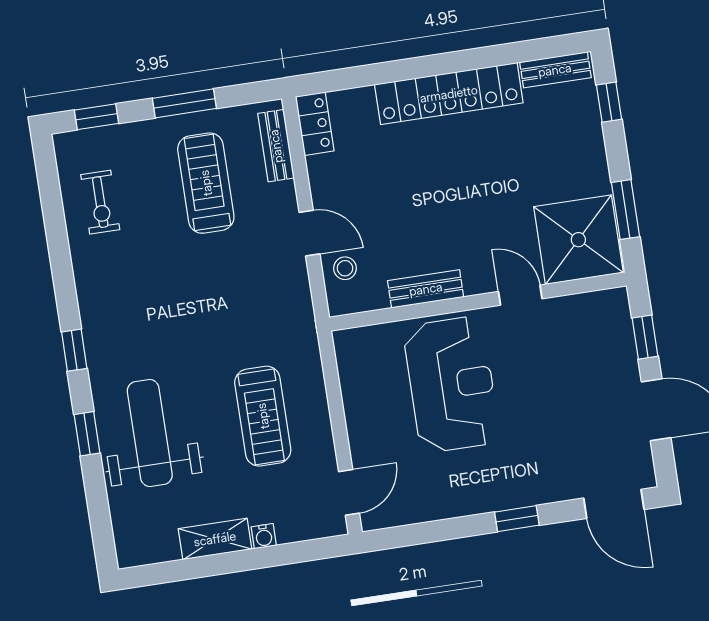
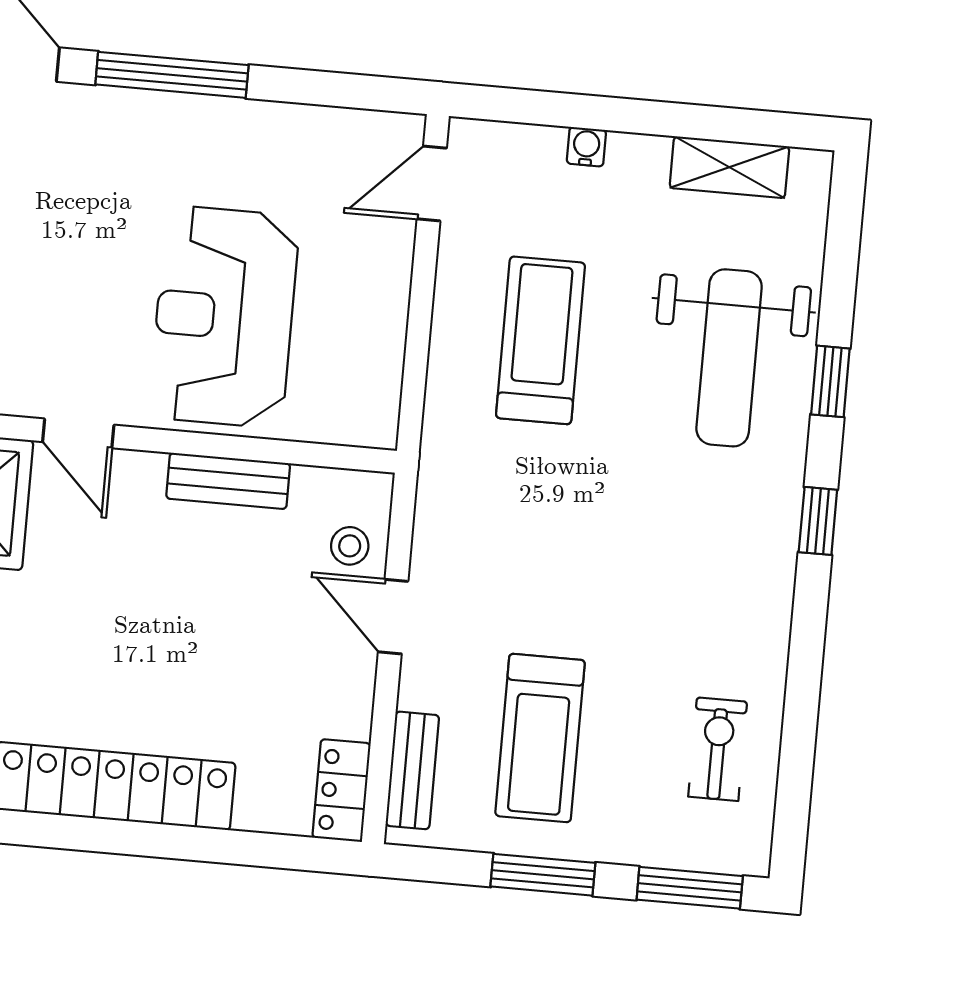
window: (97, 117) -> (690, 888), width x1.50
window: (517, 519) -> (172, 75), width x2.17
shelving: (215, 539) -> (729, 167), moved

